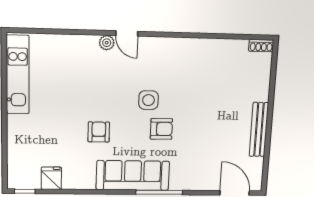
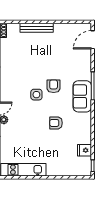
bench: (259, 130) -> (37, 28), moved
sofa: (133, 175) -> (82, 96), width x0.73

